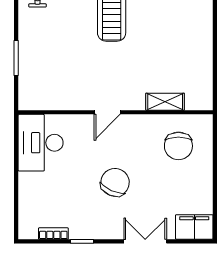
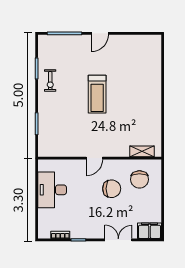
shelving: (165, 102) -> (142, 151), moved
desk: (41, 143) -> (52, 190), moved
chair: (115, 182) -> (112, 189), moved, turned 66

